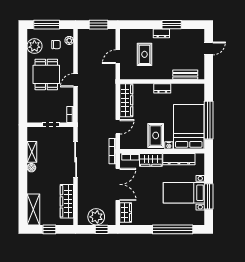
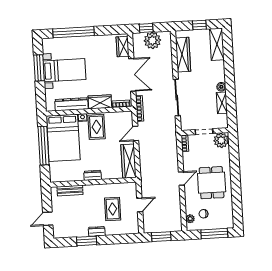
plant: (34, 46) -> (221, 140), moved
double door: (118, 184) -> (132, 75), swing flipped

